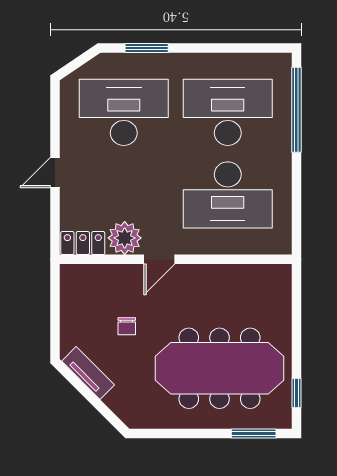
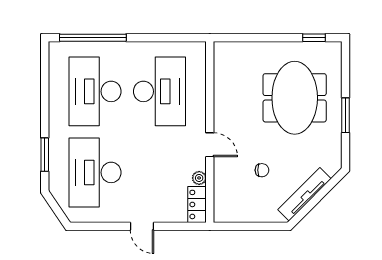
plant: (125, 238) -> (199, 178), width x0.53, depth x0.53
meeting table: (219, 368) -> (295, 98), width x0.73
tv unit: (88, 373) -> (304, 194), width x1.41
window: (254, 433) -> (346, 115), moved

